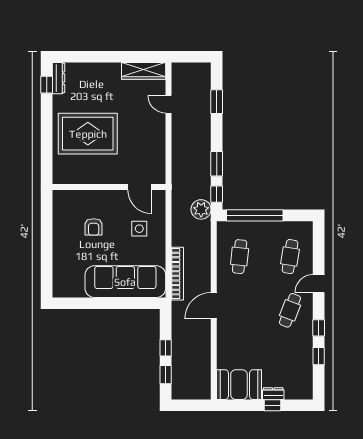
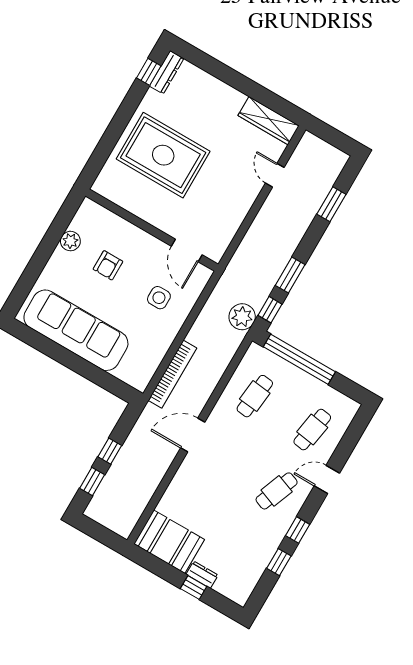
plant: (60, 225) -> (70, 241), added
sofa: (125, 282) -> (76, 330), moved

